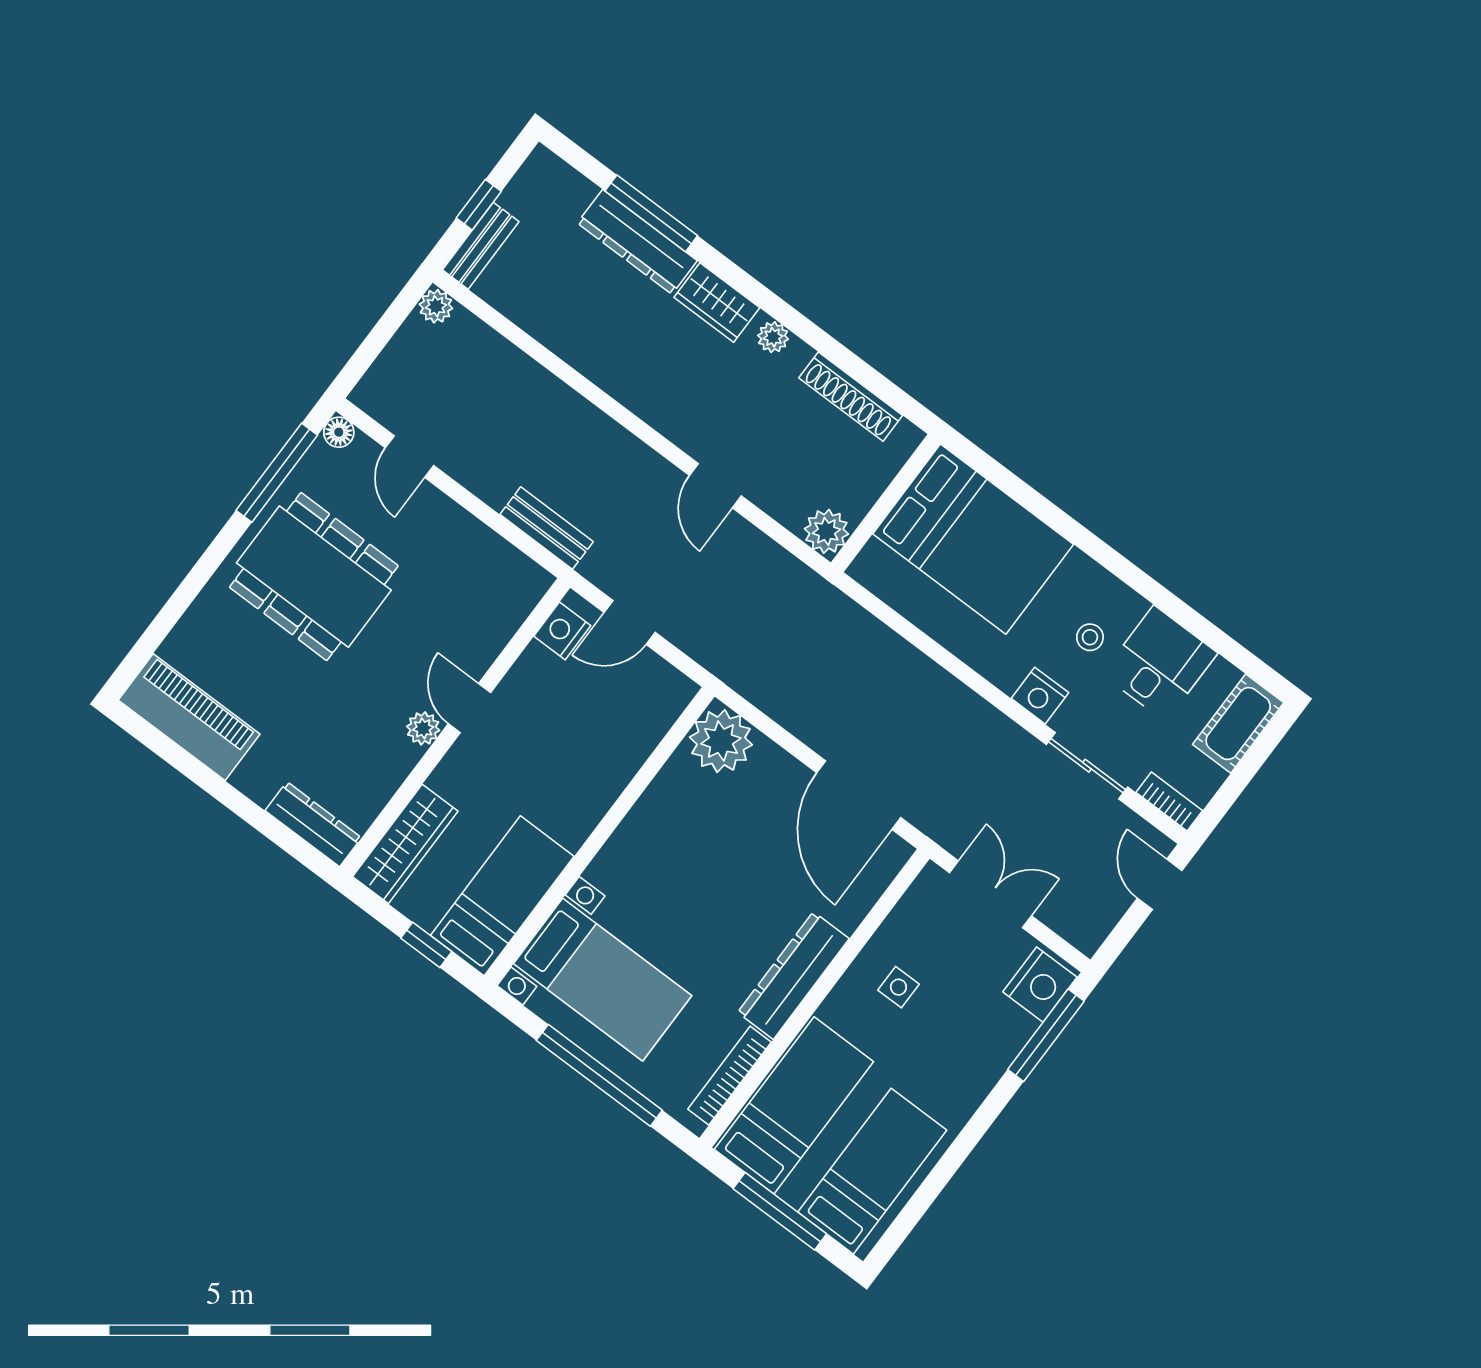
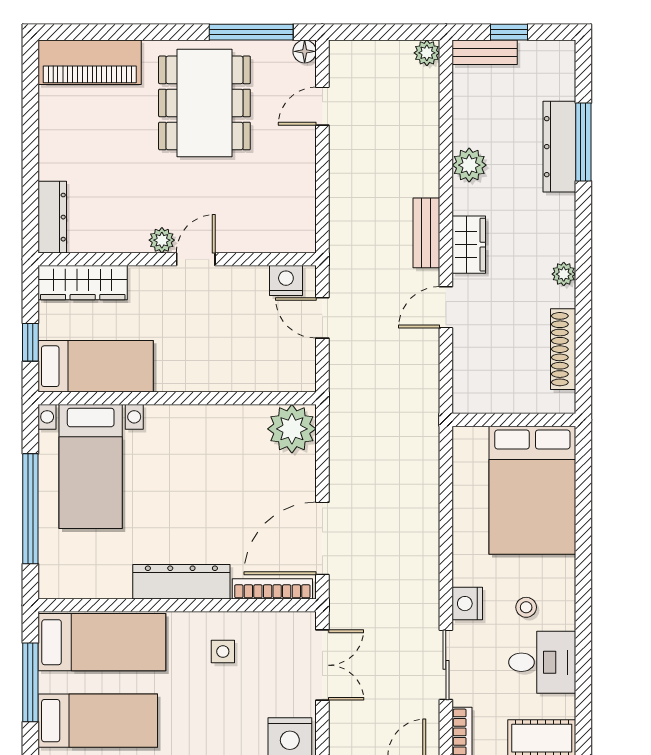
wardrobe: (717, 303) -> (469, 245), moved, turned 180
bench: (547, 528) -> (426, 233), moved
plant: (826, 531) -> (469, 165), moved
piano: (189, 717) -> (90, 62), moved, turned 90
bookcase: (730, 1076) -> (272, 589), moved

